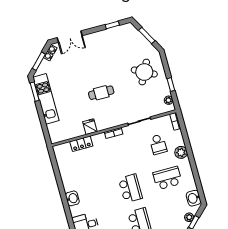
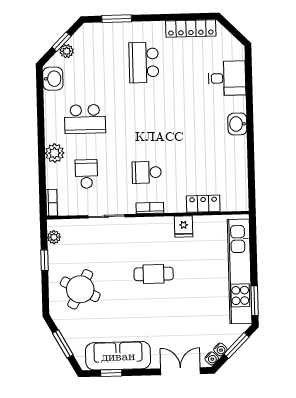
sofa: (111, 37) -> (118, 356), added
kitchen unit: (46, 99) -> (240, 271), width x1.36
school desk: (130, 188) -> (147, 172), moved, width x0.54

